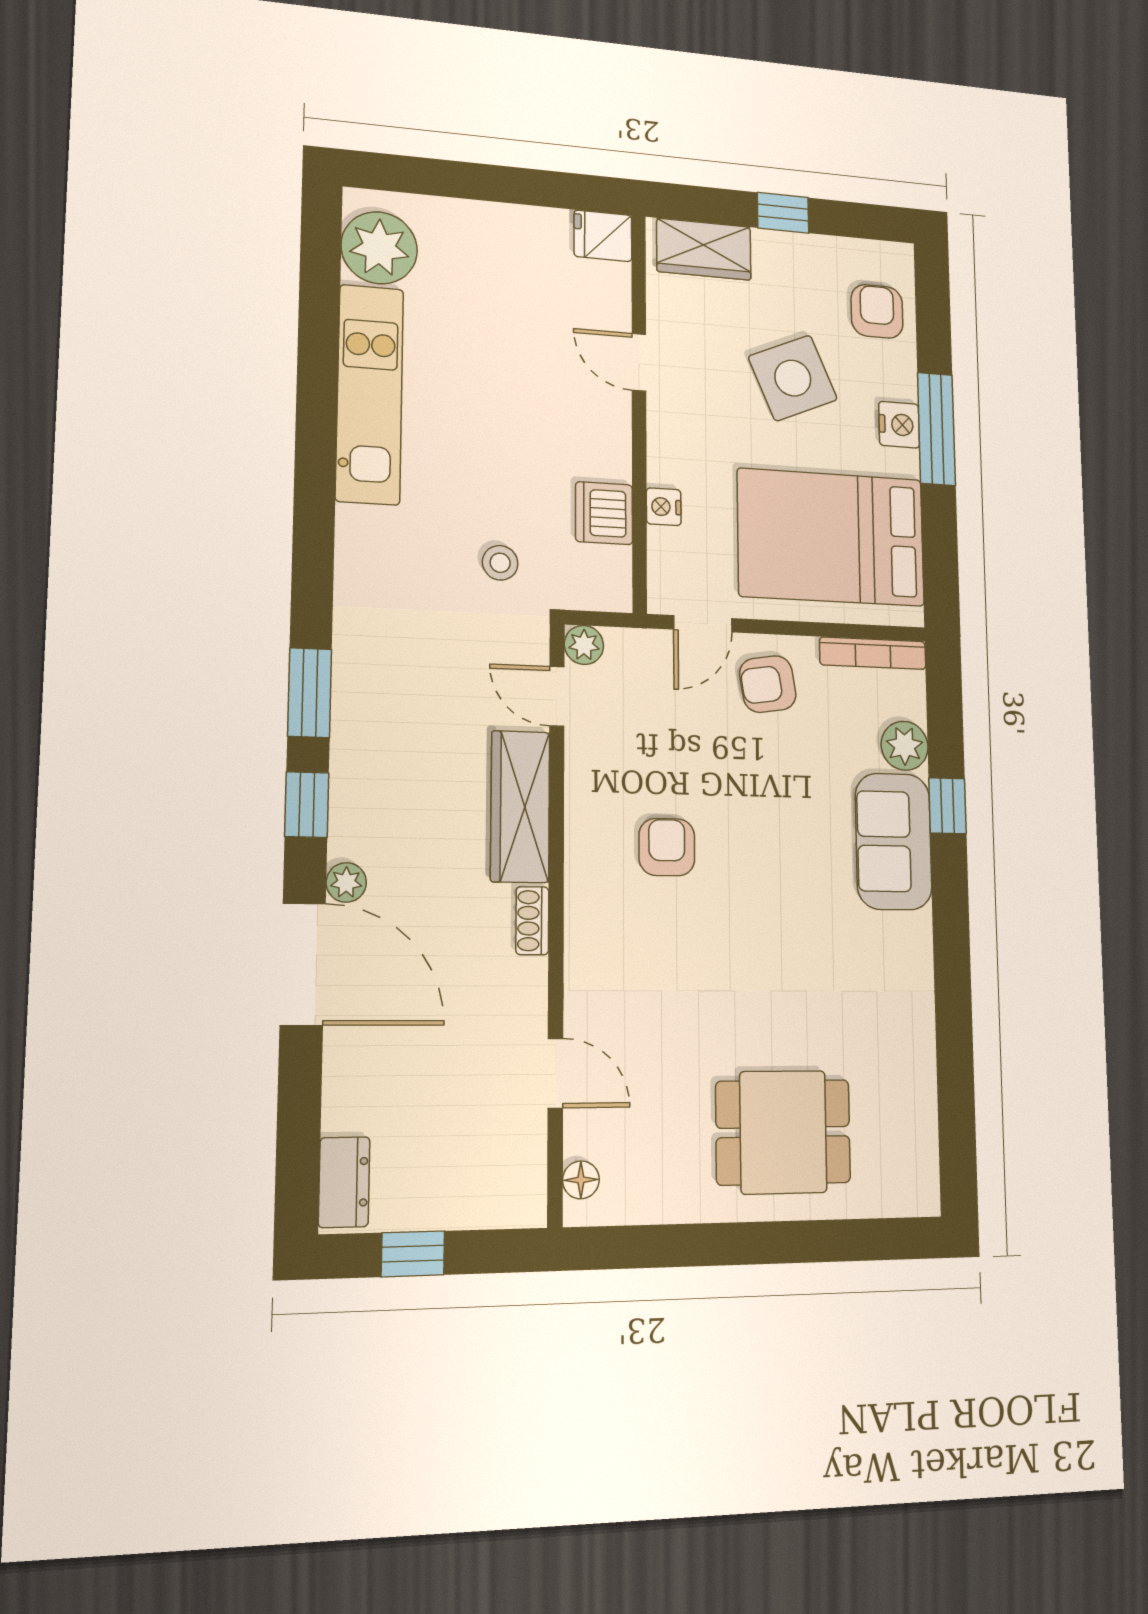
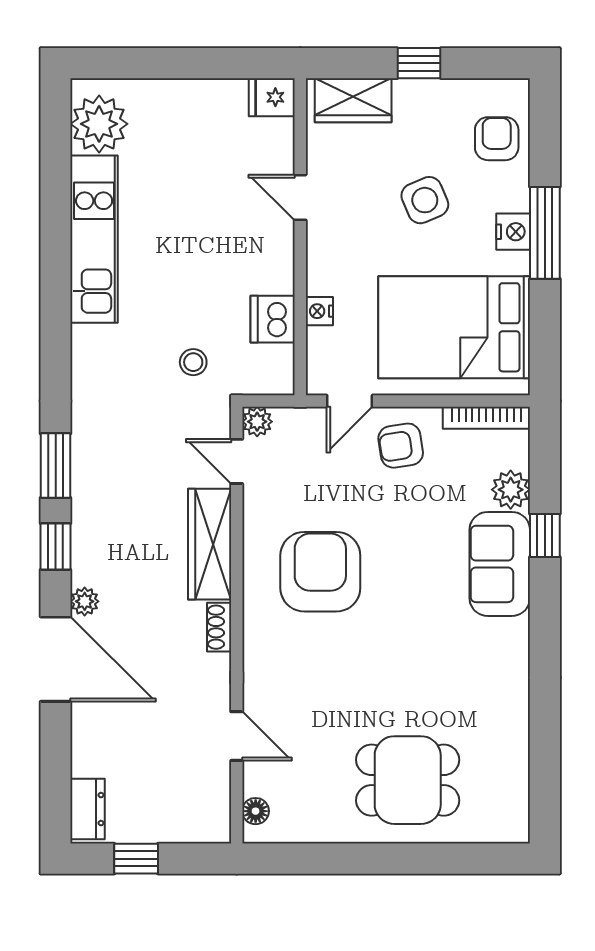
side table: (793, 378) -> (425, 200), width x0.73, depth x0.73
armchair: (667, 847) -> (320, 572), width x1.88, depth x1.88

